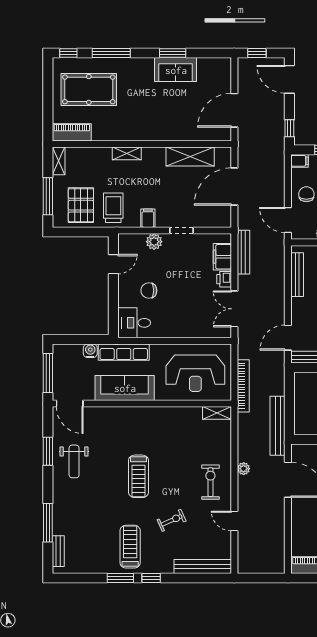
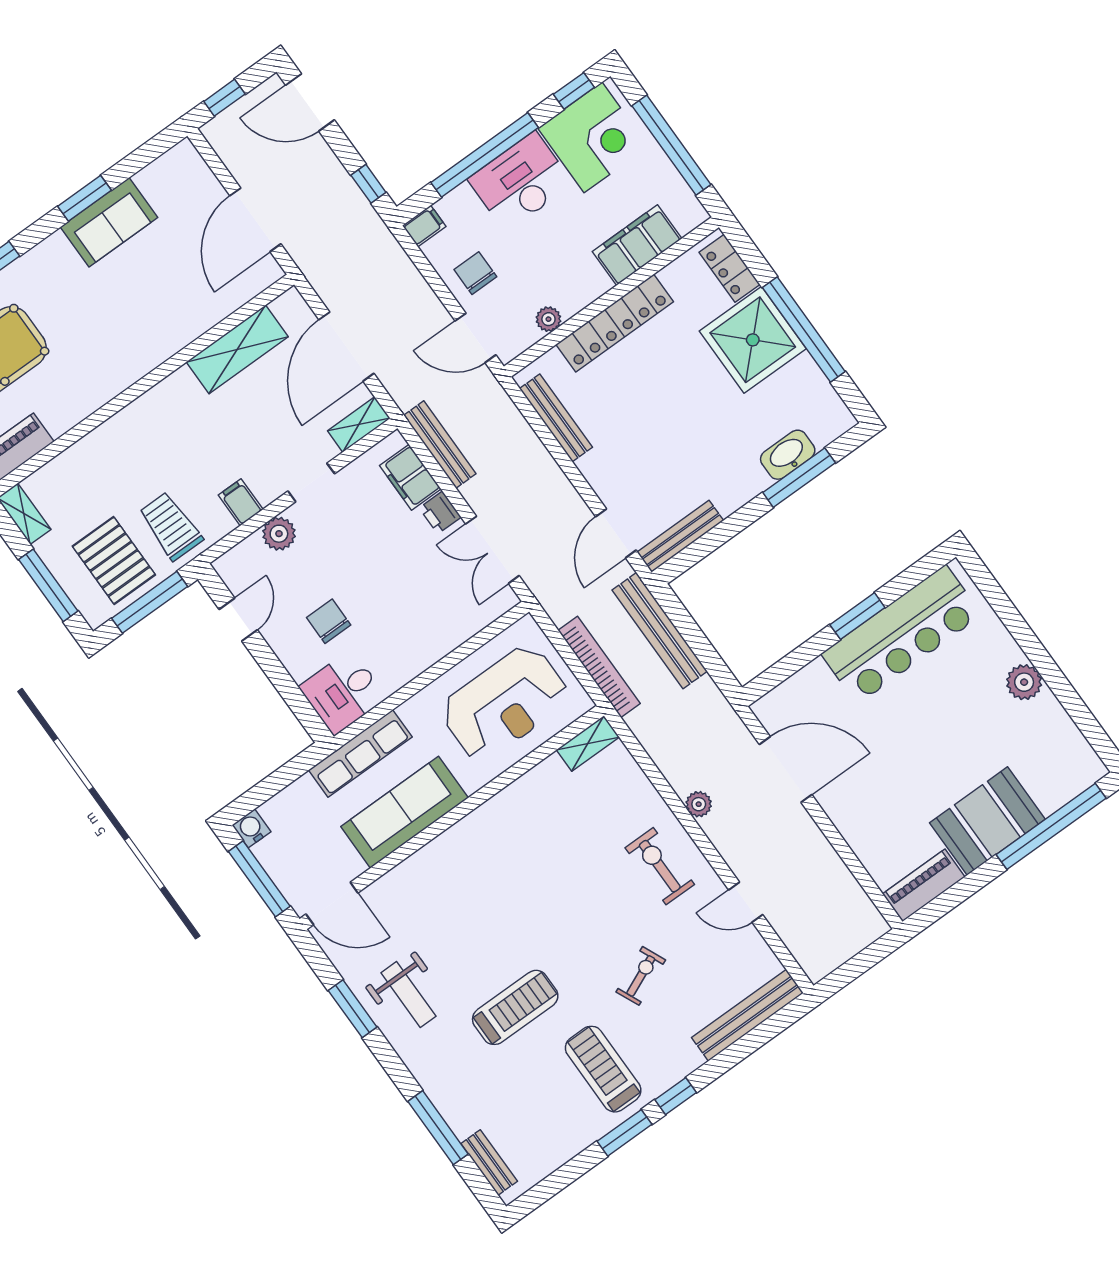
shelving: (127, 153) -> (359, 425), moved
window: (83, 232) -> (150, 602), added
chair: (149, 291) -> (329, 621), turned 90
water cooler: (90, 351) -> (251, 828), moved
bench: (278, 426) -> (660, 631), moved
treadmill: (138, 476) -> (515, 1007), moved, turned -90

